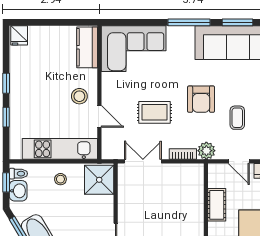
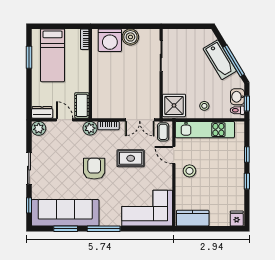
kitchen counter: (87, 47) -> (193, 218), moved, turned -90
coffee table: (237, 118) -> (163, 132), moved
cot: (217, 205) -> (82, 105), moved

